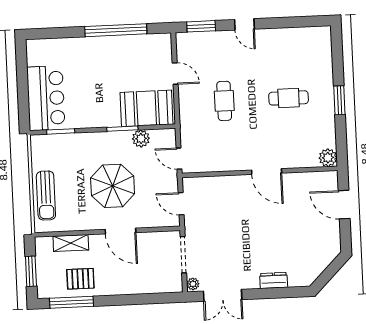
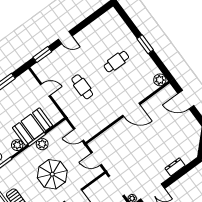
booth: (146, 108) -> (33, 127), moved
plant: (93, 119) -> (17, 145), added
plant: (141, 139) -> (42, 144), moved

